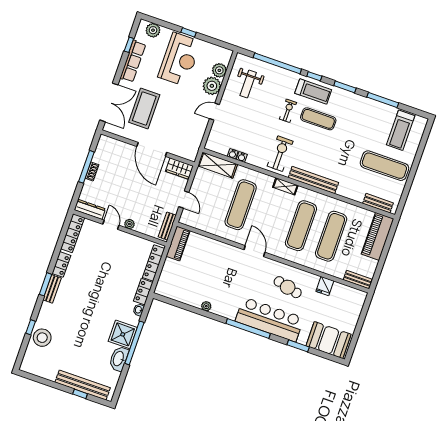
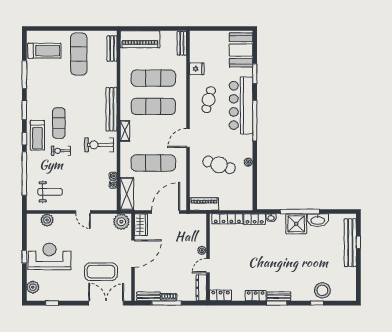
row of seats: (133, 61) -> (65, 295), removed
plant: (212, 86) -> (121, 222), moved
treadmill: (313, 92) -> (37, 135), turned 180
door: (184, 200) -> (166, 212), width x1.87
bench: (167, 226) -> (149, 296), moved
locker: (73, 233) -> (220, 295), width x0.66
cafe table: (214, 274) -> (219, 165), added

